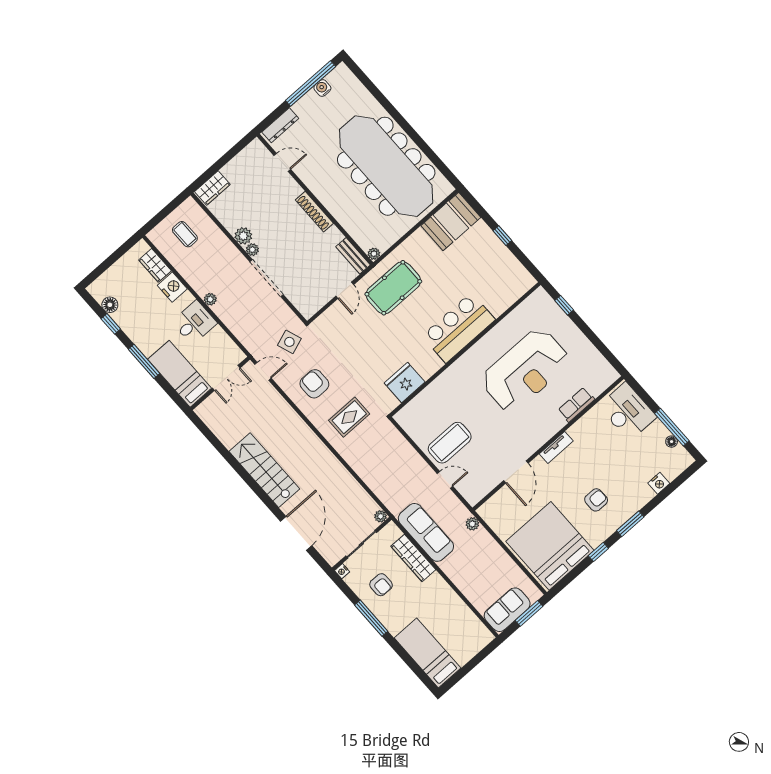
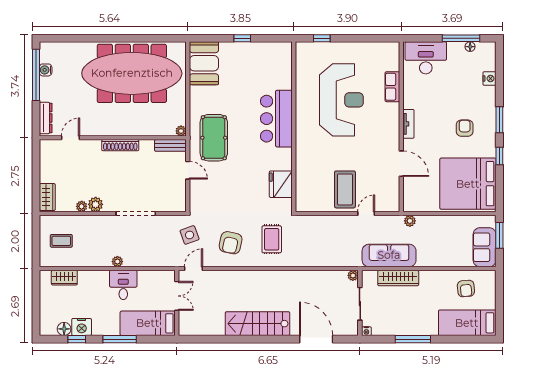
plant: (252, 250) -> (82, 206), moved
nightstand: (172, 287) -> (82, 327), moved, turned 180
armchair: (314, 384) -> (231, 243), turned -78
armchair: (381, 585) -> (466, 289), moved, turned 85

